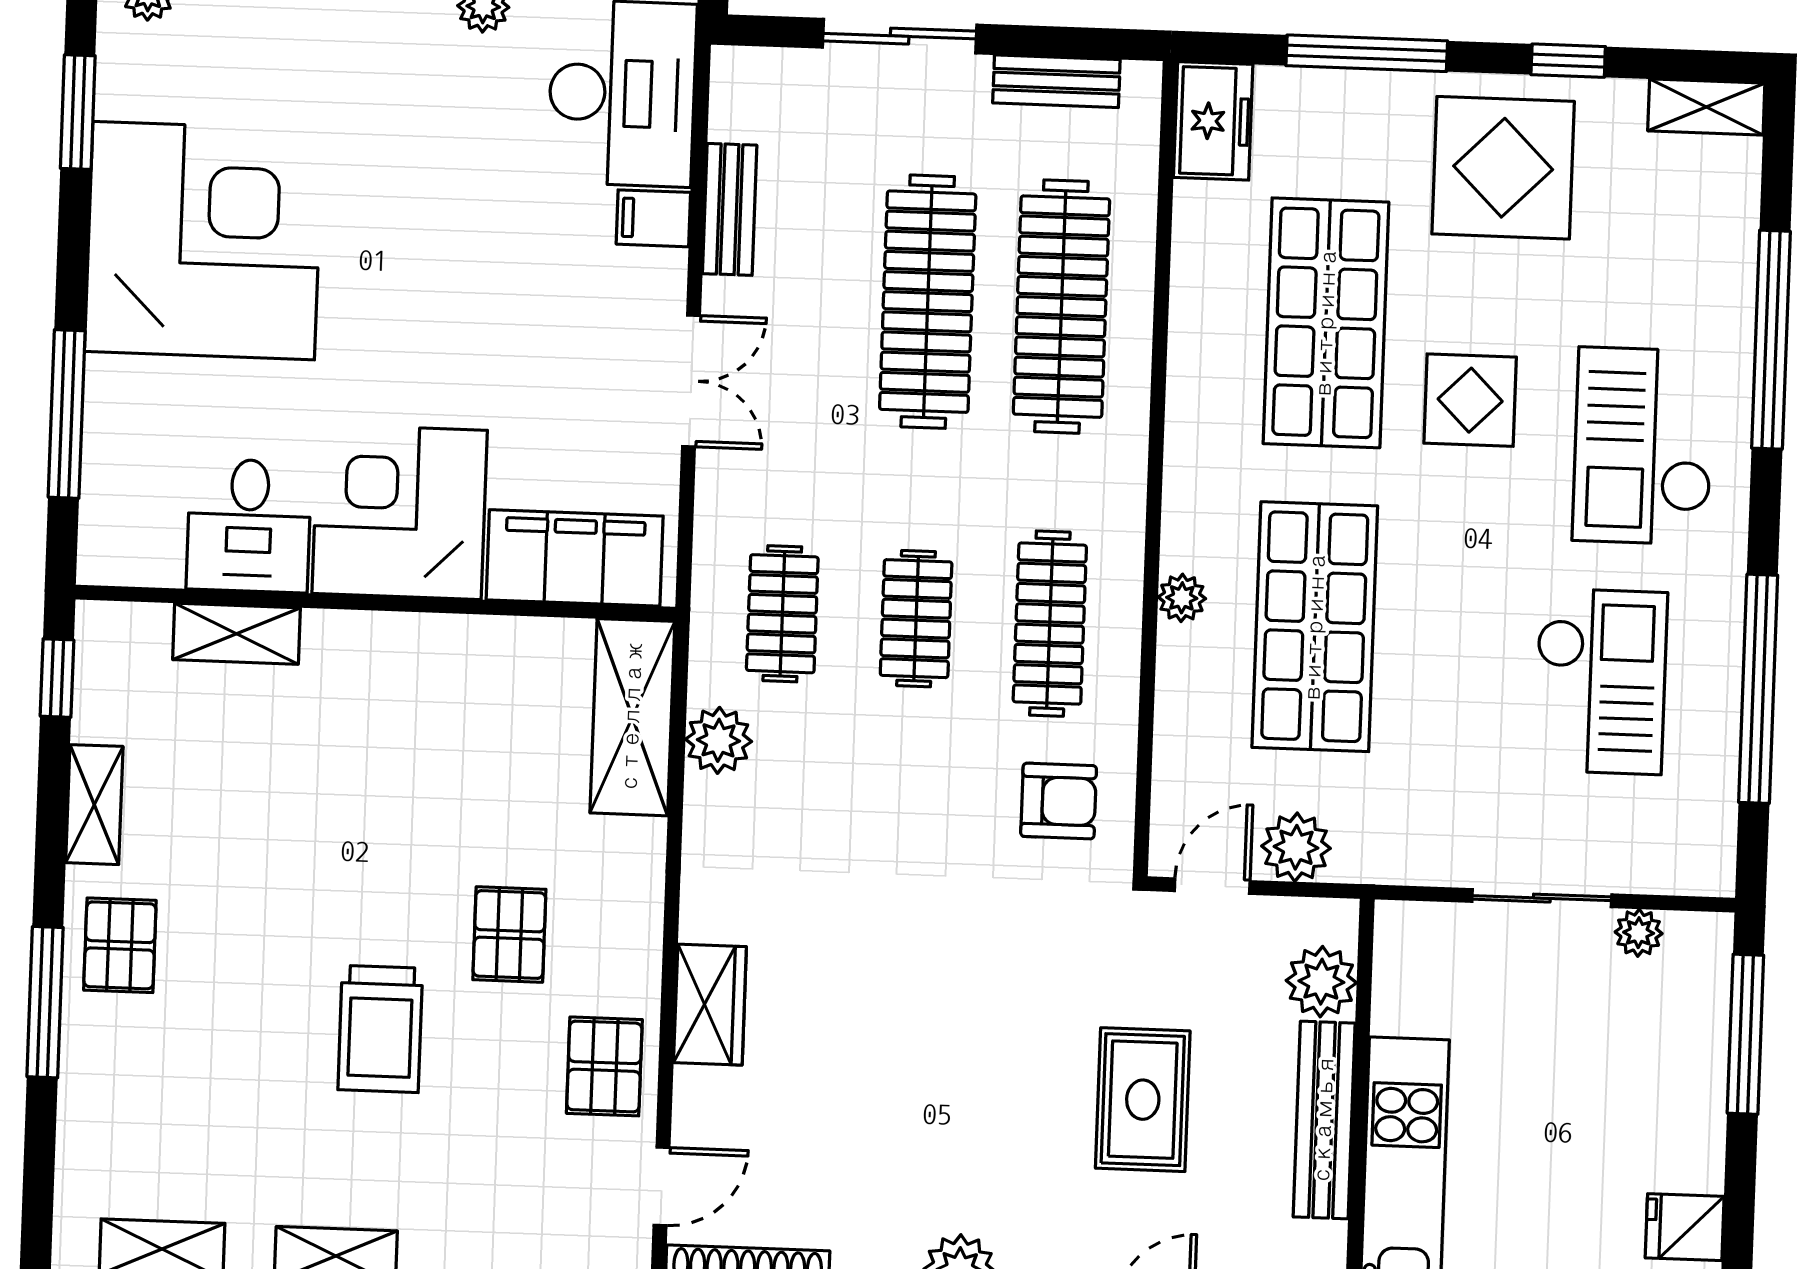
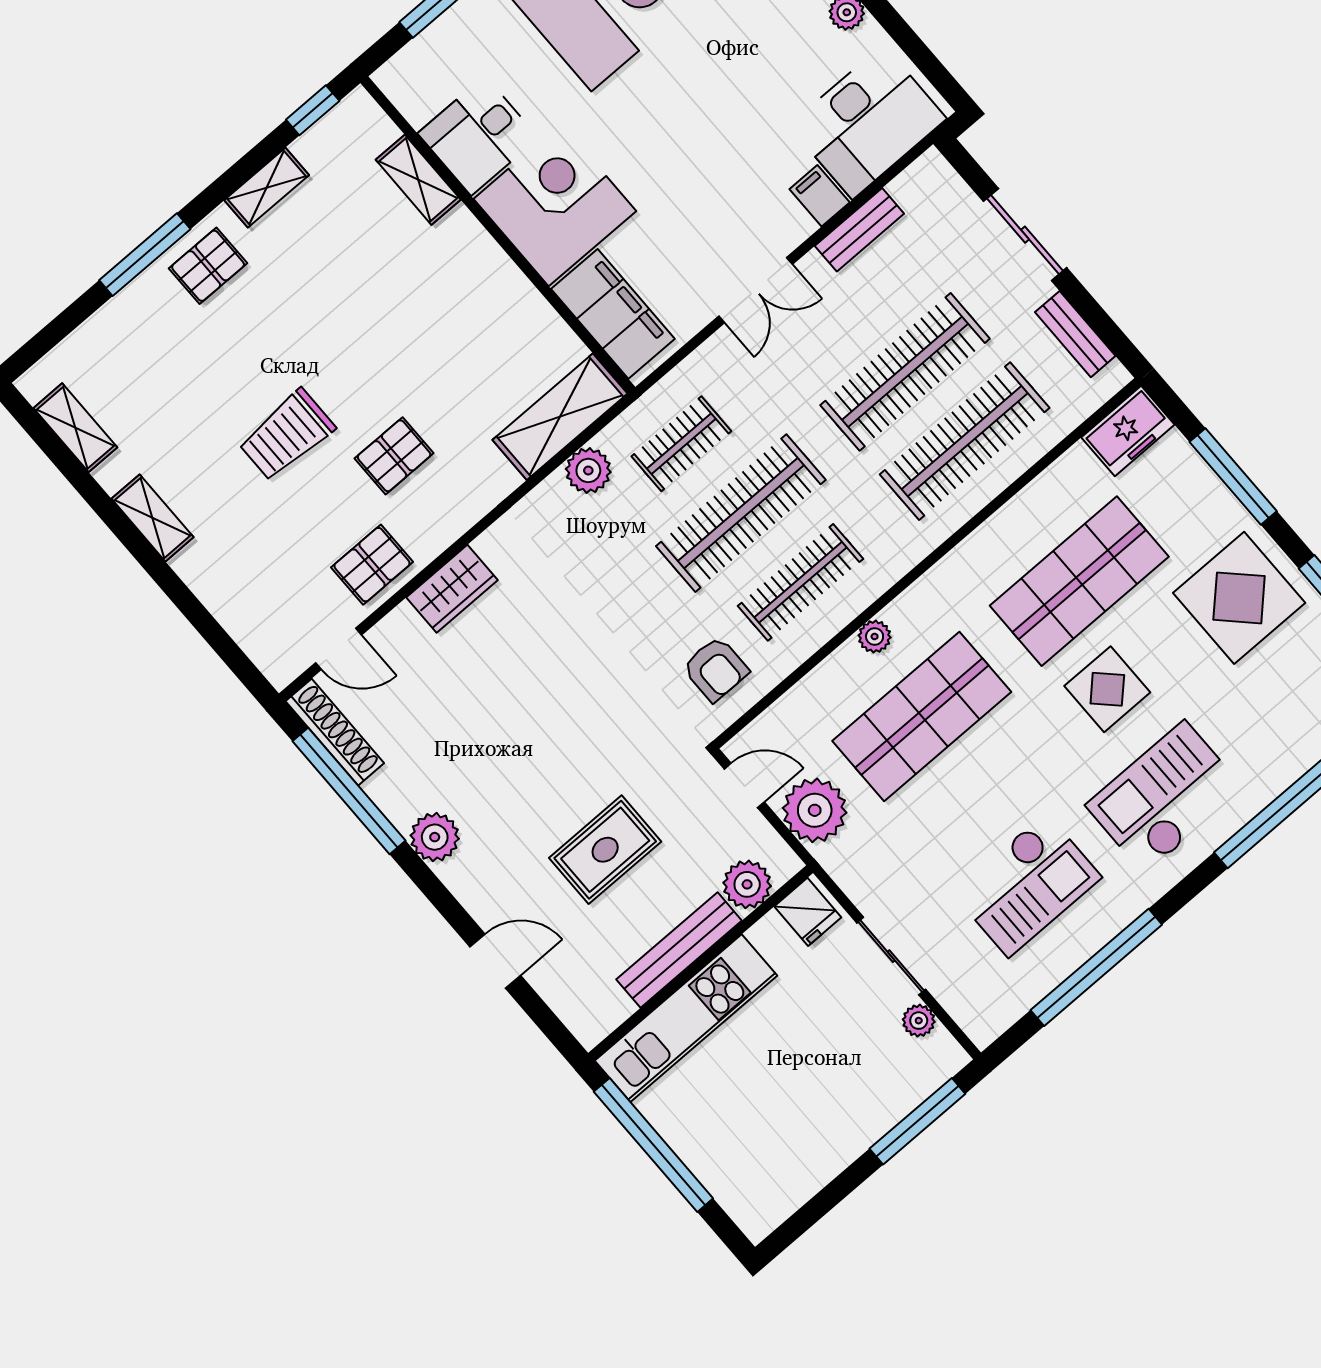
clothes rail: (916, 619) -> (741, 513), width x1.86, depth x1.31
plant: (1296, 847) -> (815, 810), width x1.36, depth x1.36
fridge: (1685, 1227) -> (808, 912), moved, turned 180

